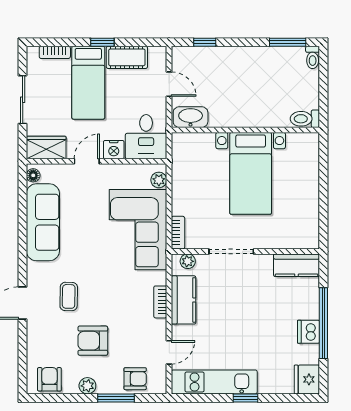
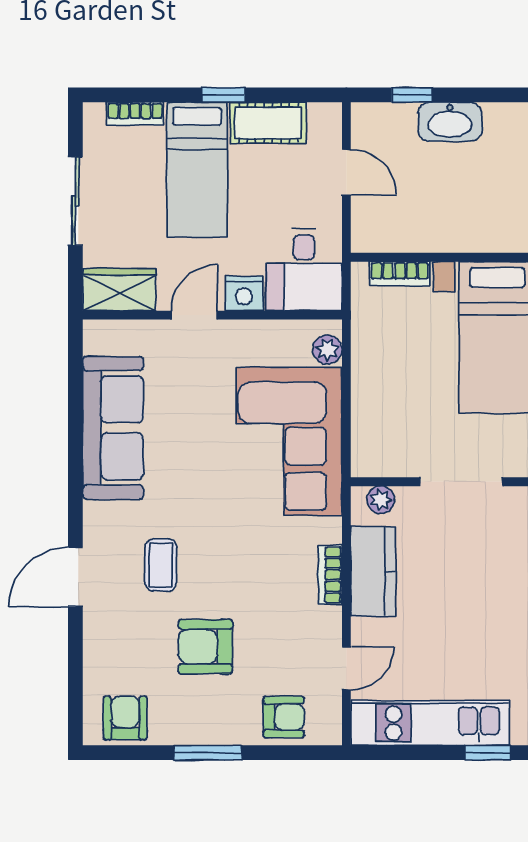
washbasin: (191, 117) -> (450, 122), moved, turned 180
floor lamp: (33, 175) -> (95, 341), removed
bookcase: (178, 233) -> (400, 274), moved, turned 90
plant: (87, 386) -> (195, 730), removed
window: (116, 398) -> (208, 753), moved

